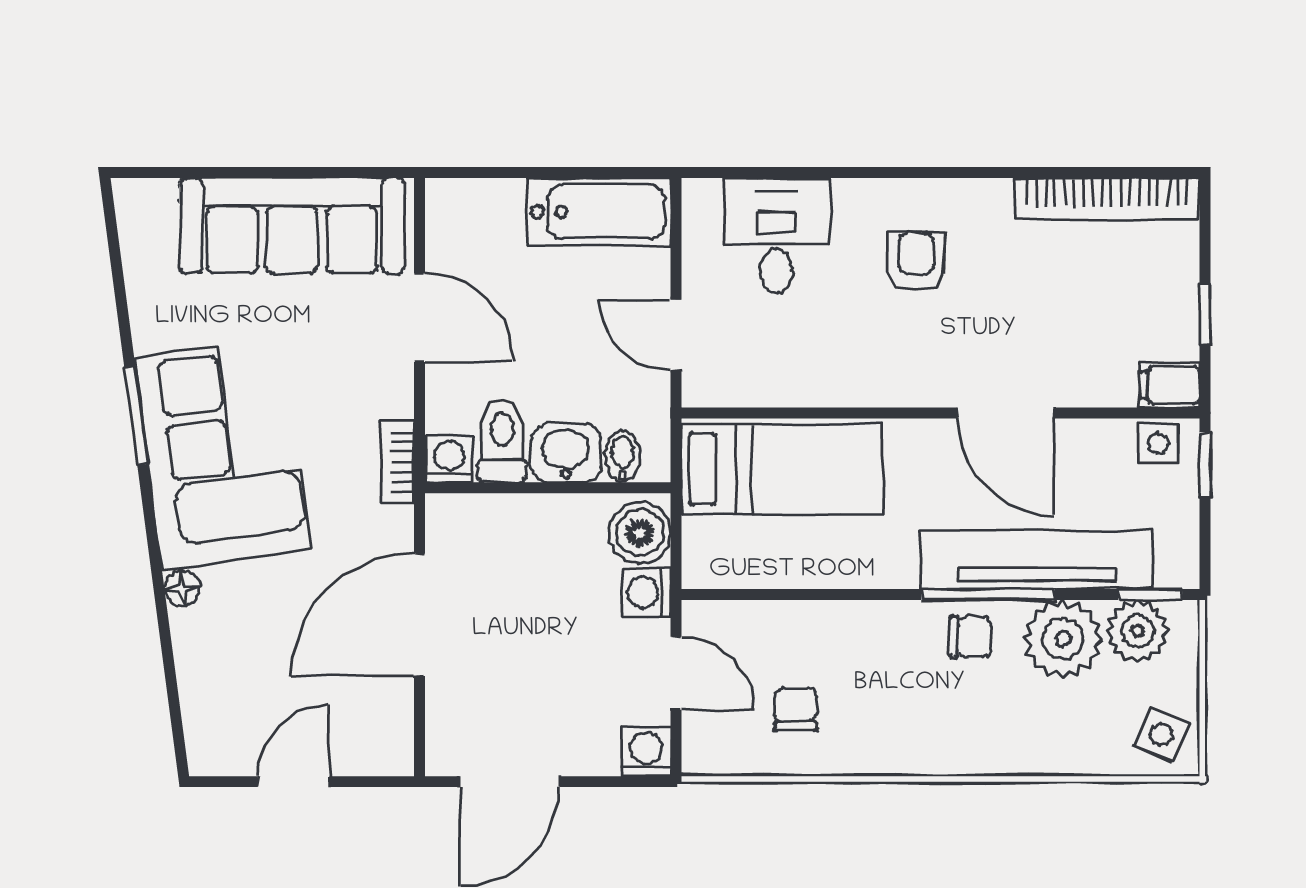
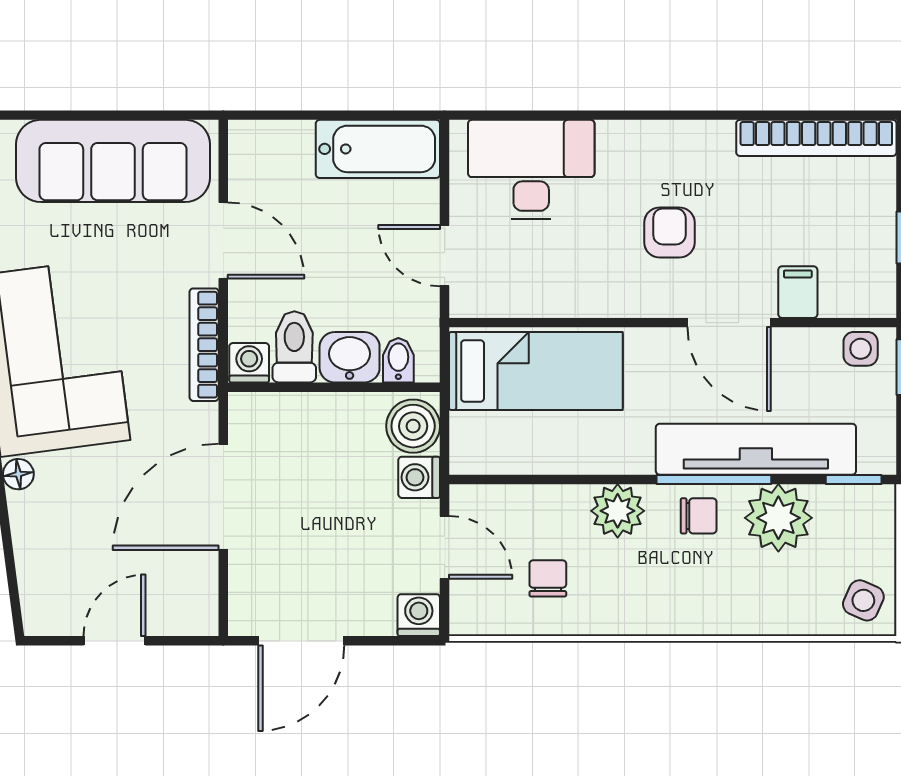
desk: (776, 235) -> (531, 169), width x1.37
armchair: (916, 261) -> (669, 232), moved
filing cabinet: (1170, 385) -> (798, 292), moved, turned 90
bookcase: (397, 462) -> (204, 345), width x1.56
plant: (1137, 631) -> (618, 511), moved

